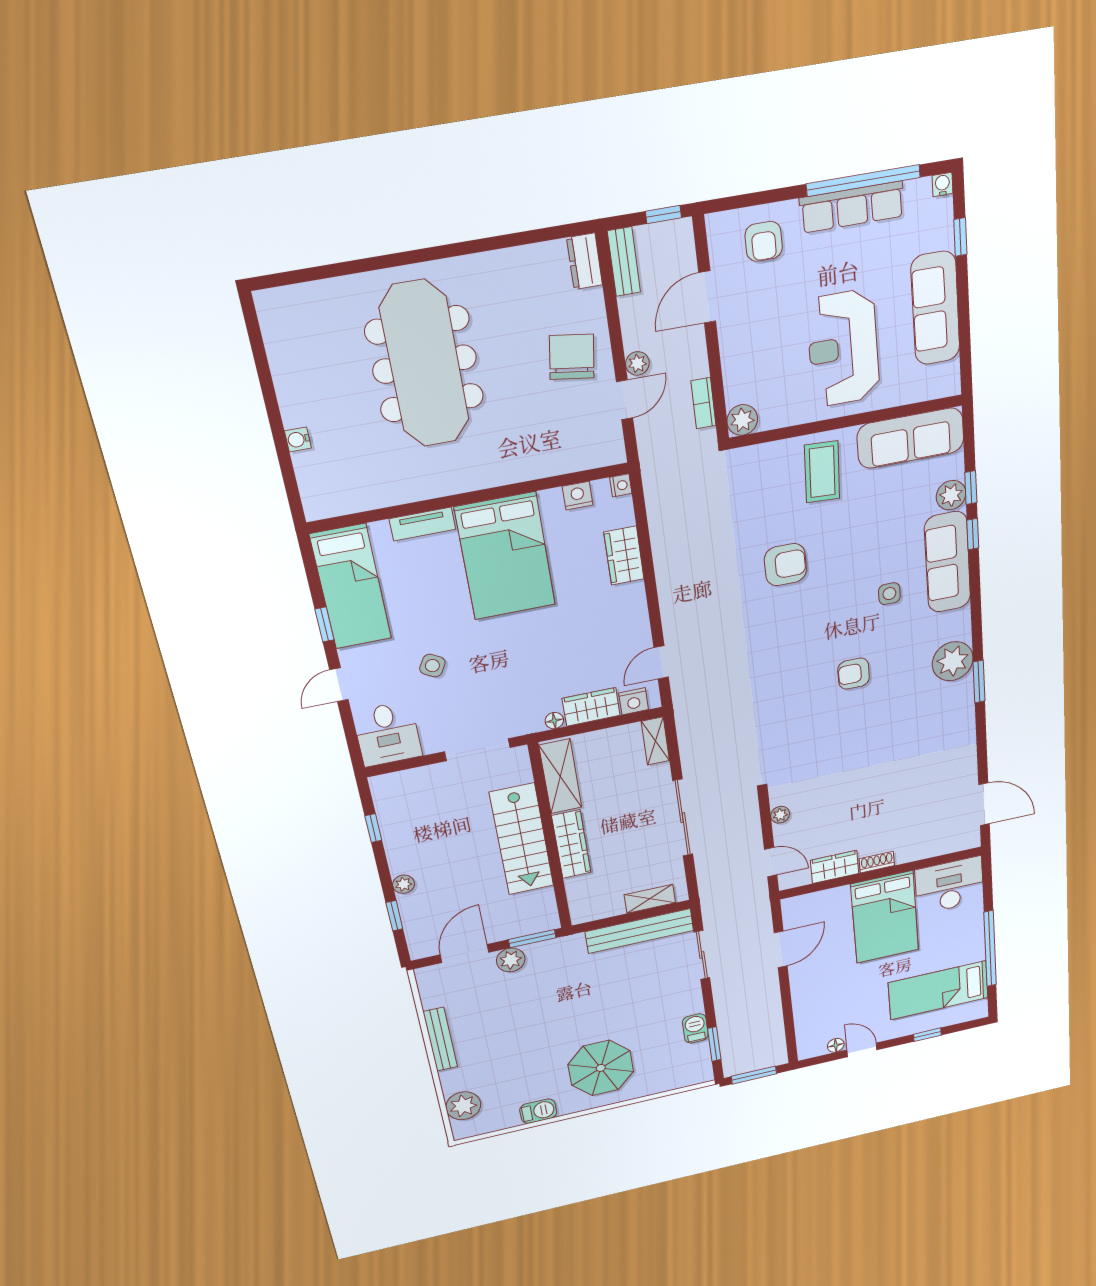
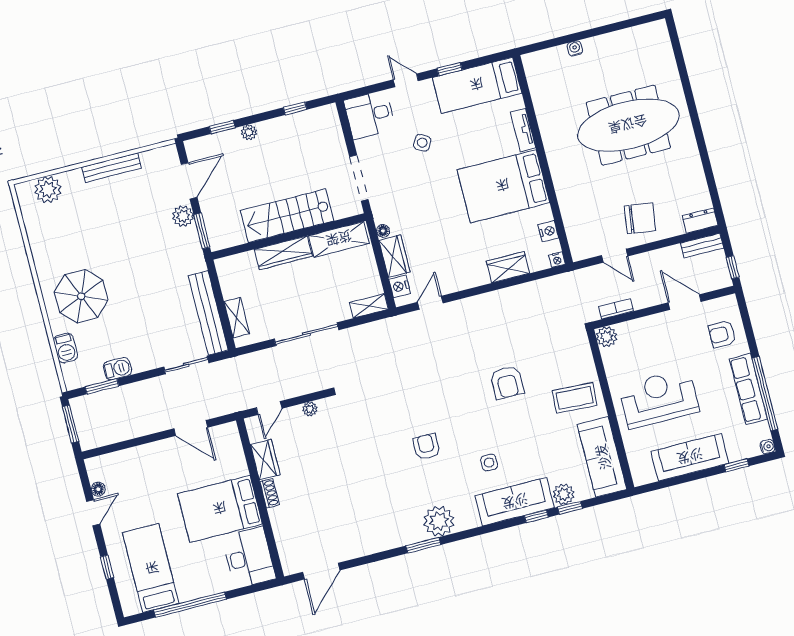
plant: (637, 363) -> (639, 262), removed
door: (661, 662) -> (430, 303), hinge flipped
door: (465, 954) -> (189, 181), hinge flipped
barbecue: (538, 1111) -> (66, 348), moved

